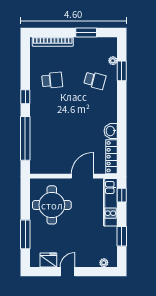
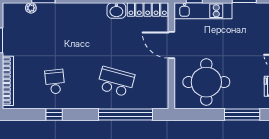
school desk: (95, 80) -> (116, 82), moved, width x1.85
window: (25, 97) -> (54, 114), moved

